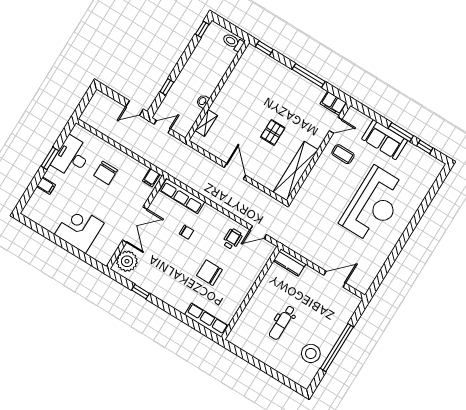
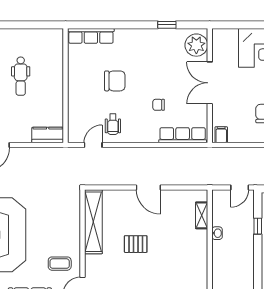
pallet: (273, 132) -> (136, 244), turned 90
dental chair: (282, 323) -> (21, 76), turned 180

